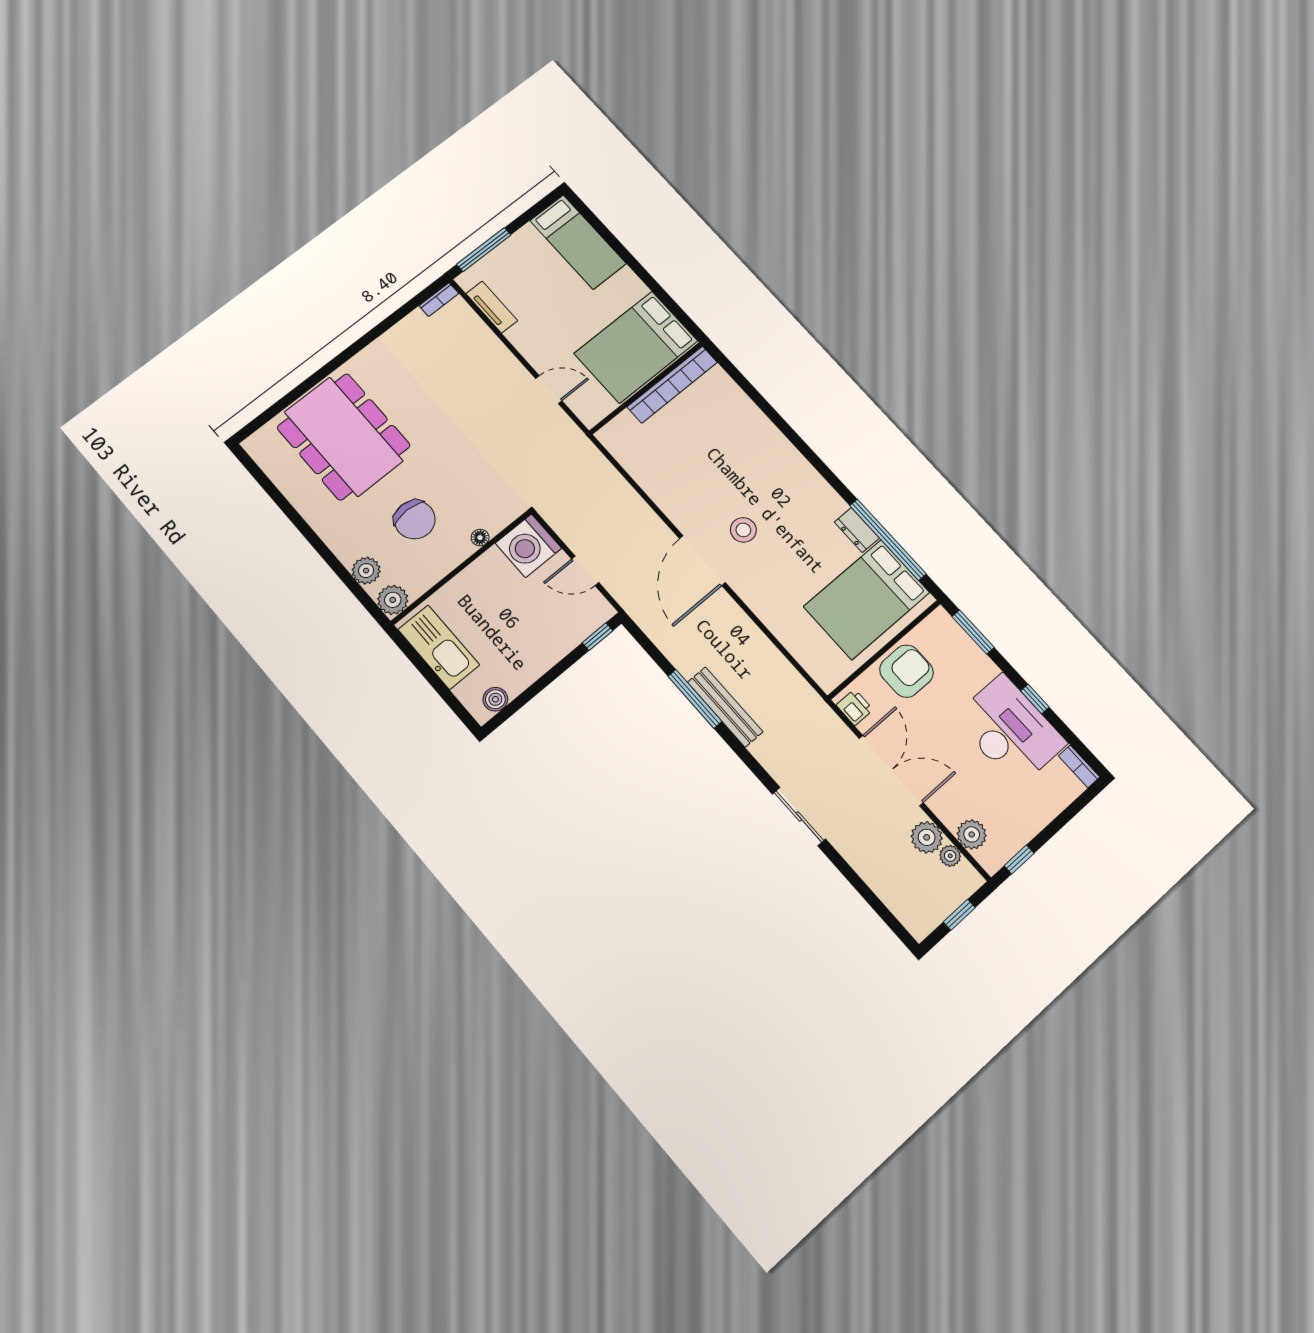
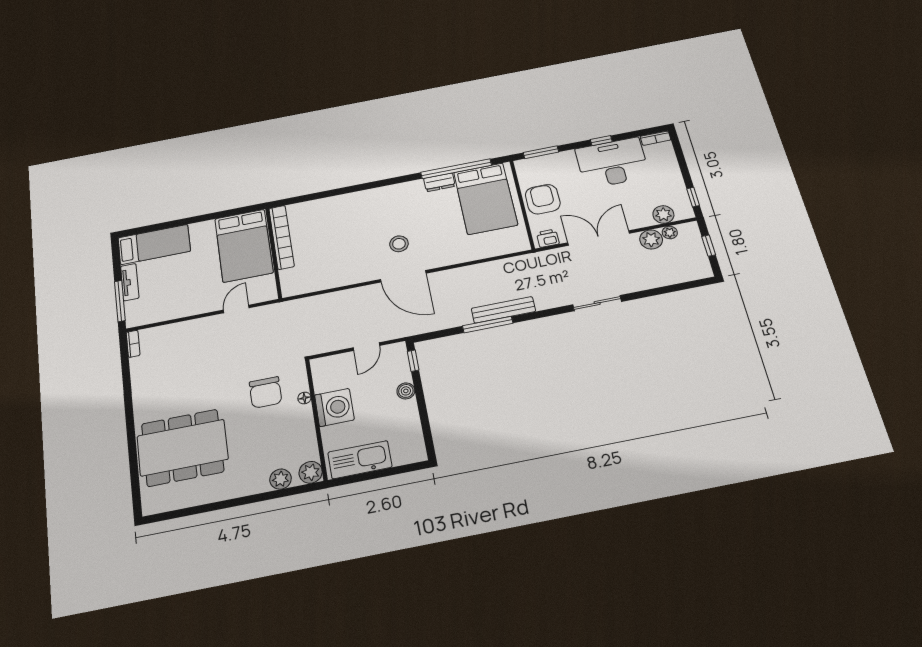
tv unit: (492, 307) -> (130, 282), moved, turned 90
chair: (415, 520) -> (266, 392), moved, turned 90
washing machine: (528, 546) -> (334, 407), moved, turned -90
boiler: (495, 699) -> (406, 391), moved

